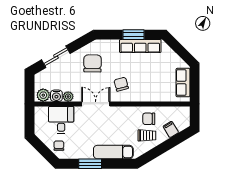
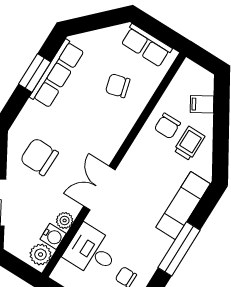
chair: (121, 84) -> (118, 86), moved
window: (90, 164) -> (179, 249), width x1.44

